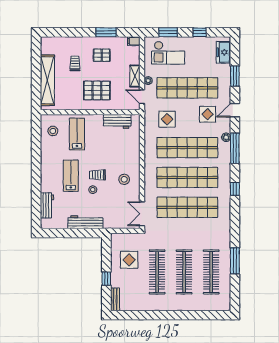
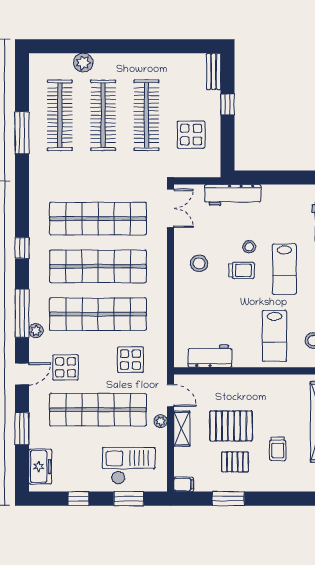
pallet: (97, 90) -> (231, 426), moved
workbench: (85, 222) -> (233, 195), moved
plant: (197, 305) -> (83, 63), added

